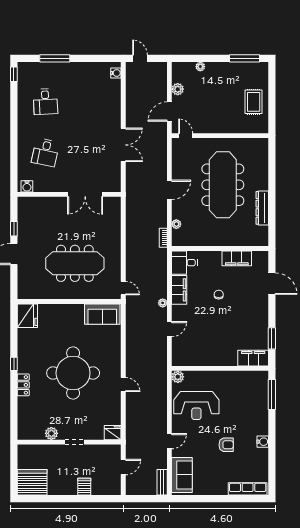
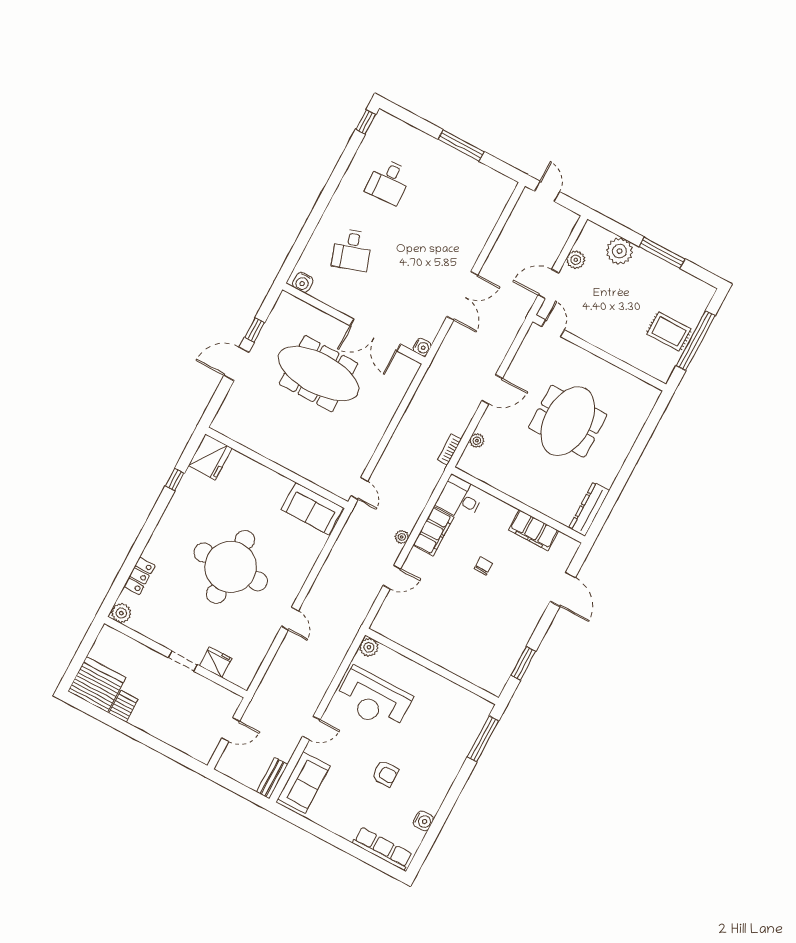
window: (55, 58) -> (461, 145), moved
window: (244, 58) -> (662, 253), moved
plant: (200, 67) -> (620, 251), width x1.88, depth x1.88
water cooler: (116, 73) -> (422, 347), moved
window: (272, 99) -> (696, 341), added
rug: (254, 102) -> (669, 332), turned 90
desk: (45, 152) -> (352, 250), turned -30
meeting table: (223, 185) -> (568, 421), width x0.73
dresser: (262, 208) -> (589, 509), moved
meeting table: (75, 263) -> (318, 374), moved
filing cabinet: (253, 358) -> (484, 676), removed
window: (14, 364) -> (175, 480), moved
locker: (23, 385) -> (139, 576), moved
plant: (51, 433) -> (121, 613), moved
fridge: (113, 433) -> (216, 662), moved
water cooler: (263, 442) -> (423, 821), moved
server rack: (84, 487) -> (123, 706), moved

